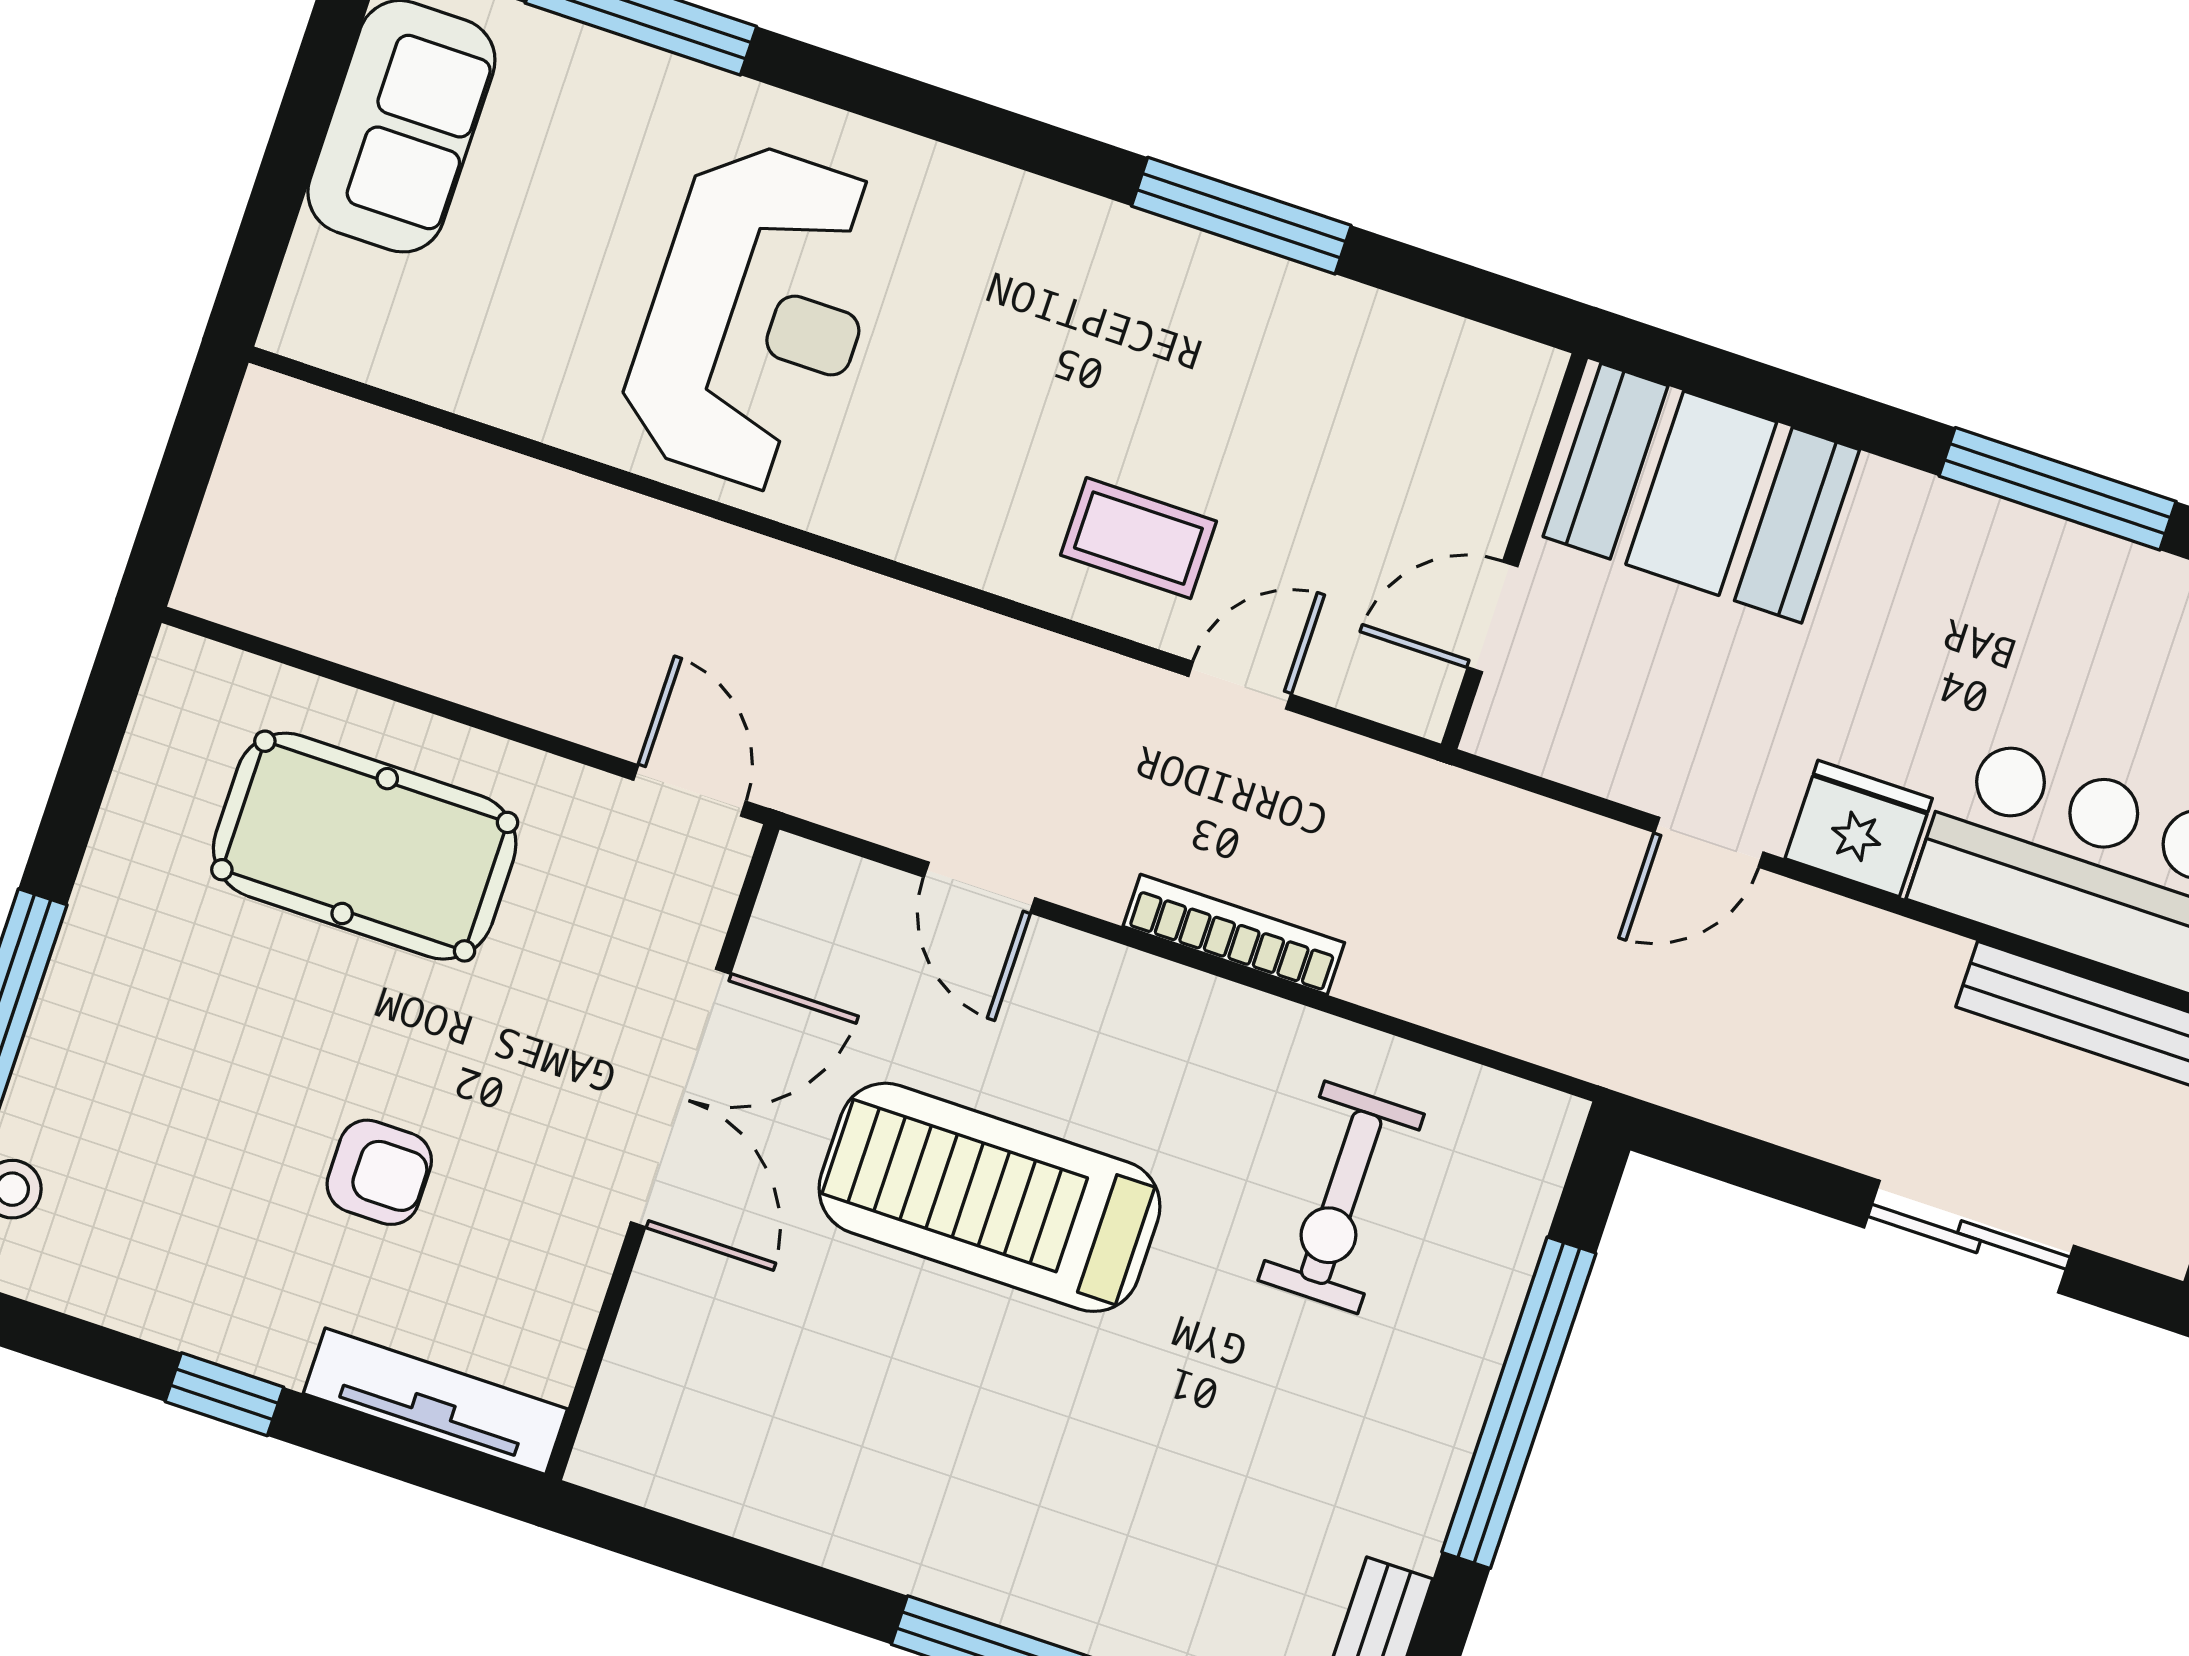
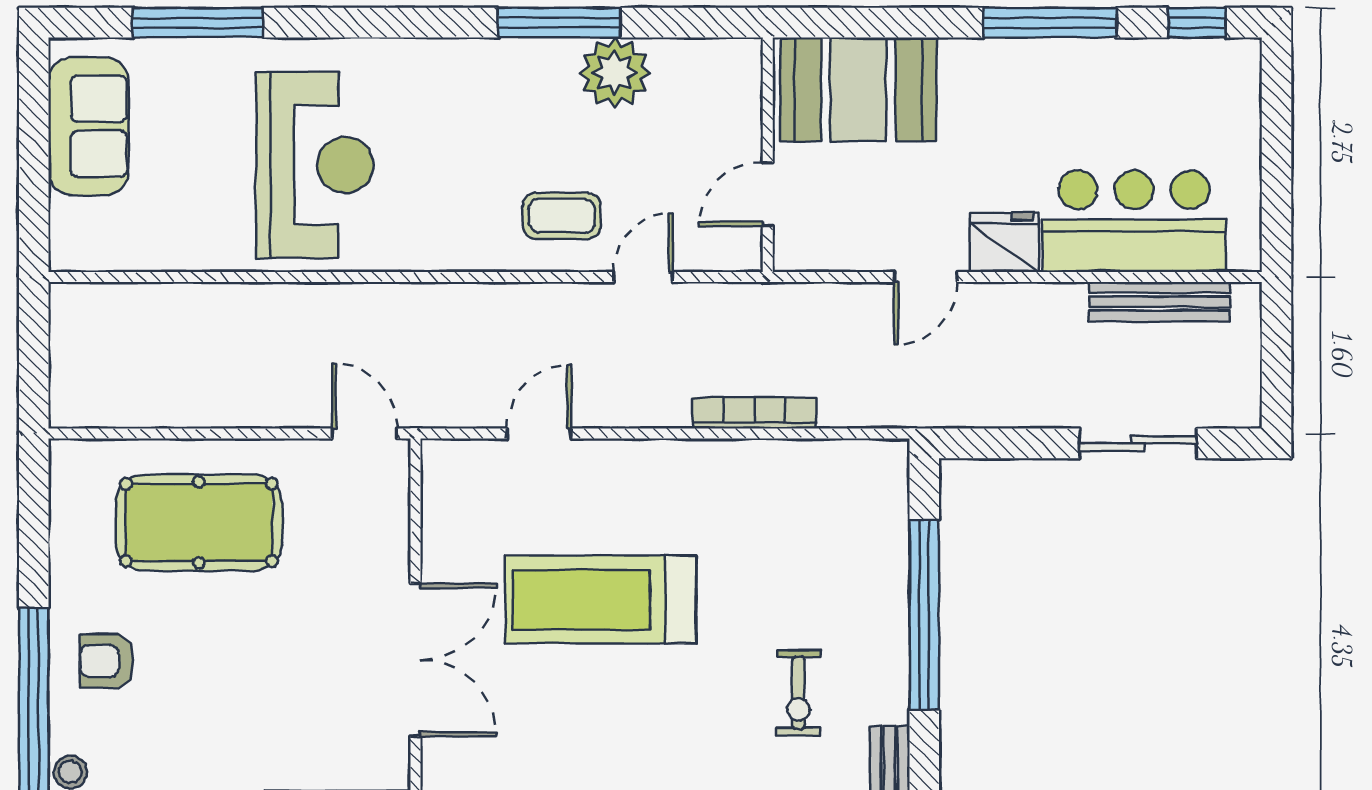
plant: (1306, 330) -> (615, 73), added
door: (980, 888) -> (539, 434), swing flipped
bookcase: (1234, 934) -> (755, 413), moved
double door: (681, 1098) -> (415, 660), moved
armchair: (379, 1172) -> (107, 661), moved, turned 180
exercise bike: (1341, 1197) -> (798, 693), moved, width x0.73, depth x0.72

